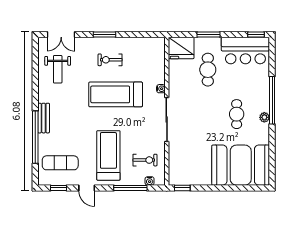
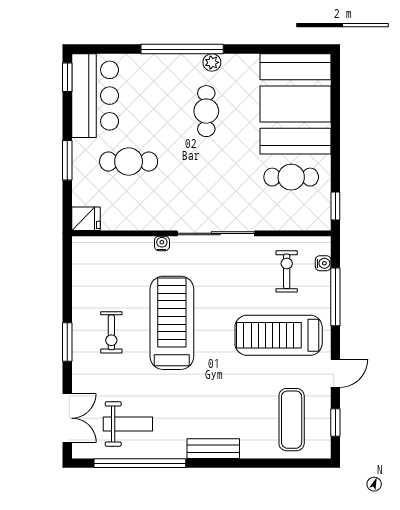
fridge: (181, 48) -> (86, 219), width x0.53, depth x0.75
treadmill: (116, 94) -> (172, 323), turned 180
cafe table: (237, 114) -> (206, 111), turned 90
window: (35, 137) -> (140, 463), moved
cafe table: (199, 163) -> (291, 177), added

